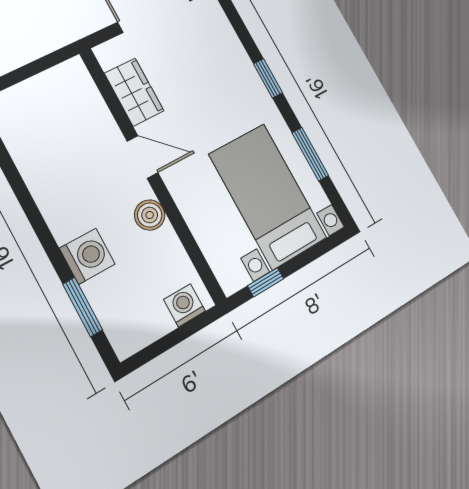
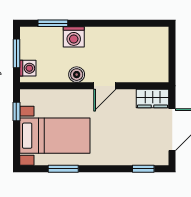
window: (268, 78) -> (143, 169), moved
wardrobe: (134, 92) -> (153, 99), moved
window: (170, 340) -> (16, 53), added

